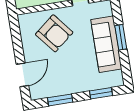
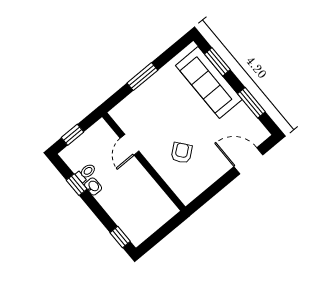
armchair: (54, 33) -> (182, 153), width x0.53, depth x0.53
sofa: (106, 44) -> (209, 82), moved, turned 90

